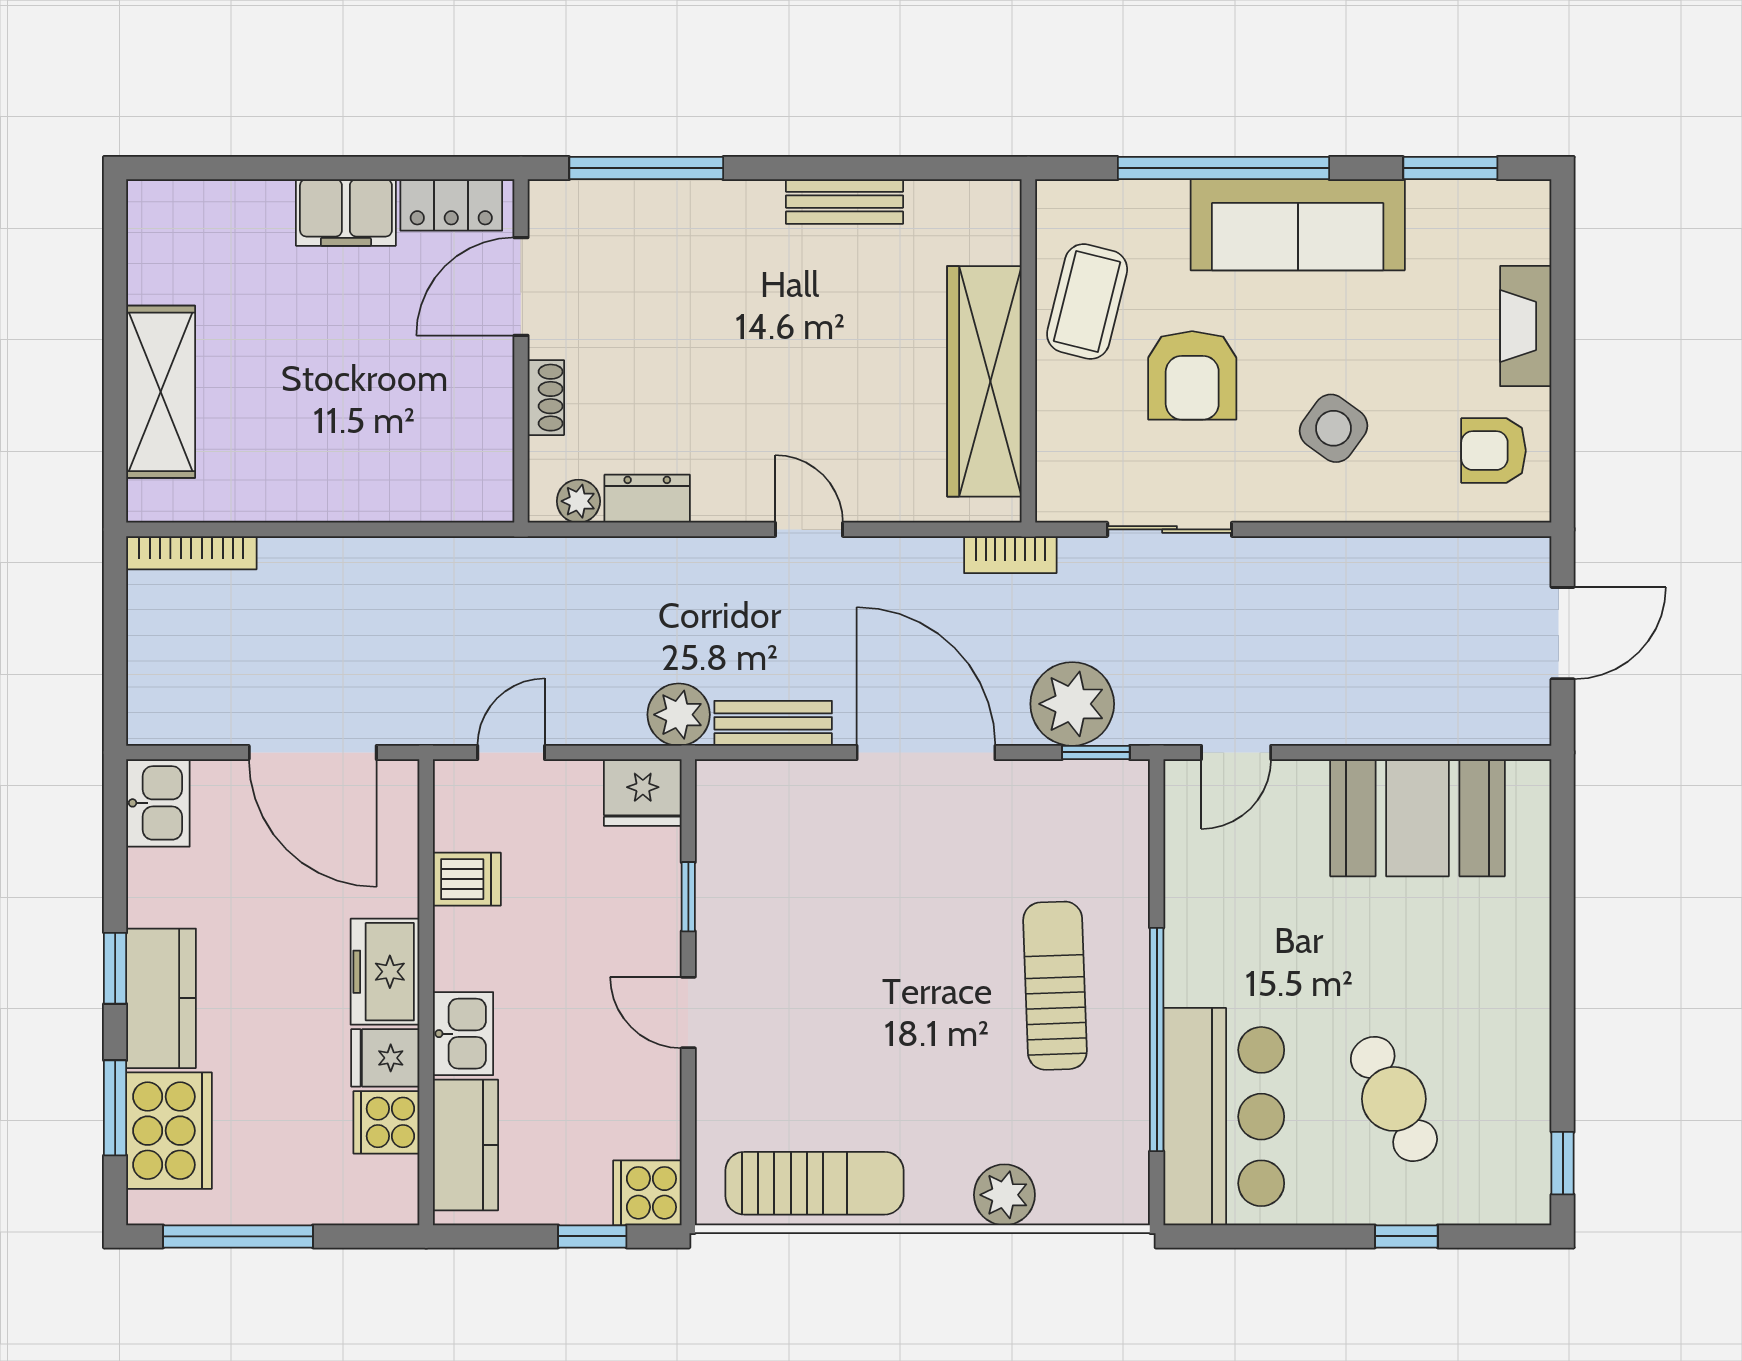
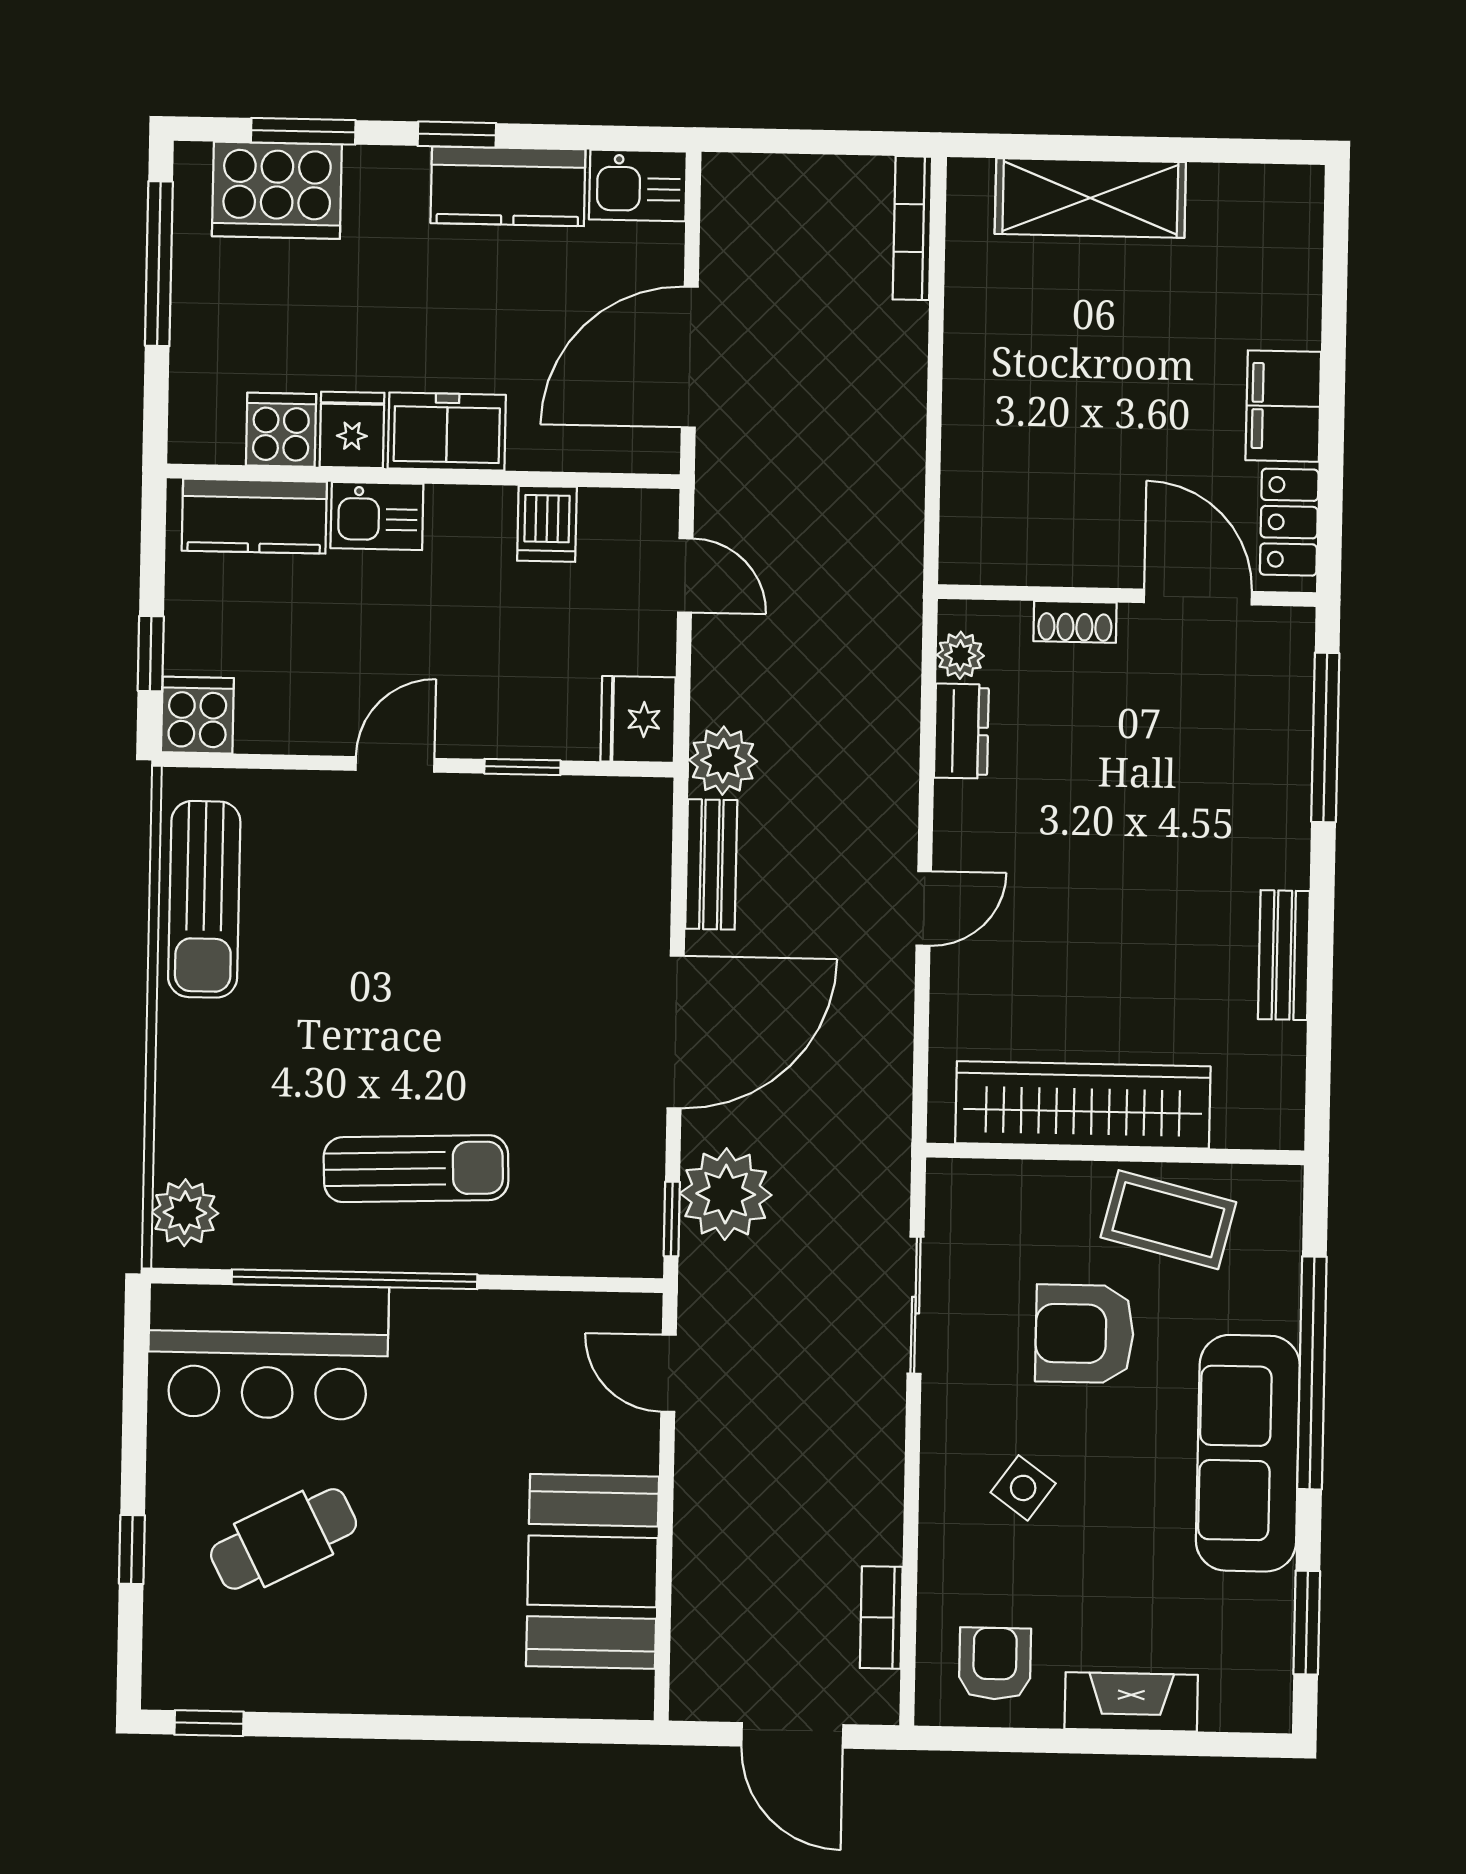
side table: (1333, 428) -> (1023, 1488), width x0.73, depth x0.73
bookcase: (1010, 555) -> (881, 1617), moved
kitchen counter: (161, 998) -> (508, 186), moved
plant: (1004, 1195) -> (185, 1213), moved

